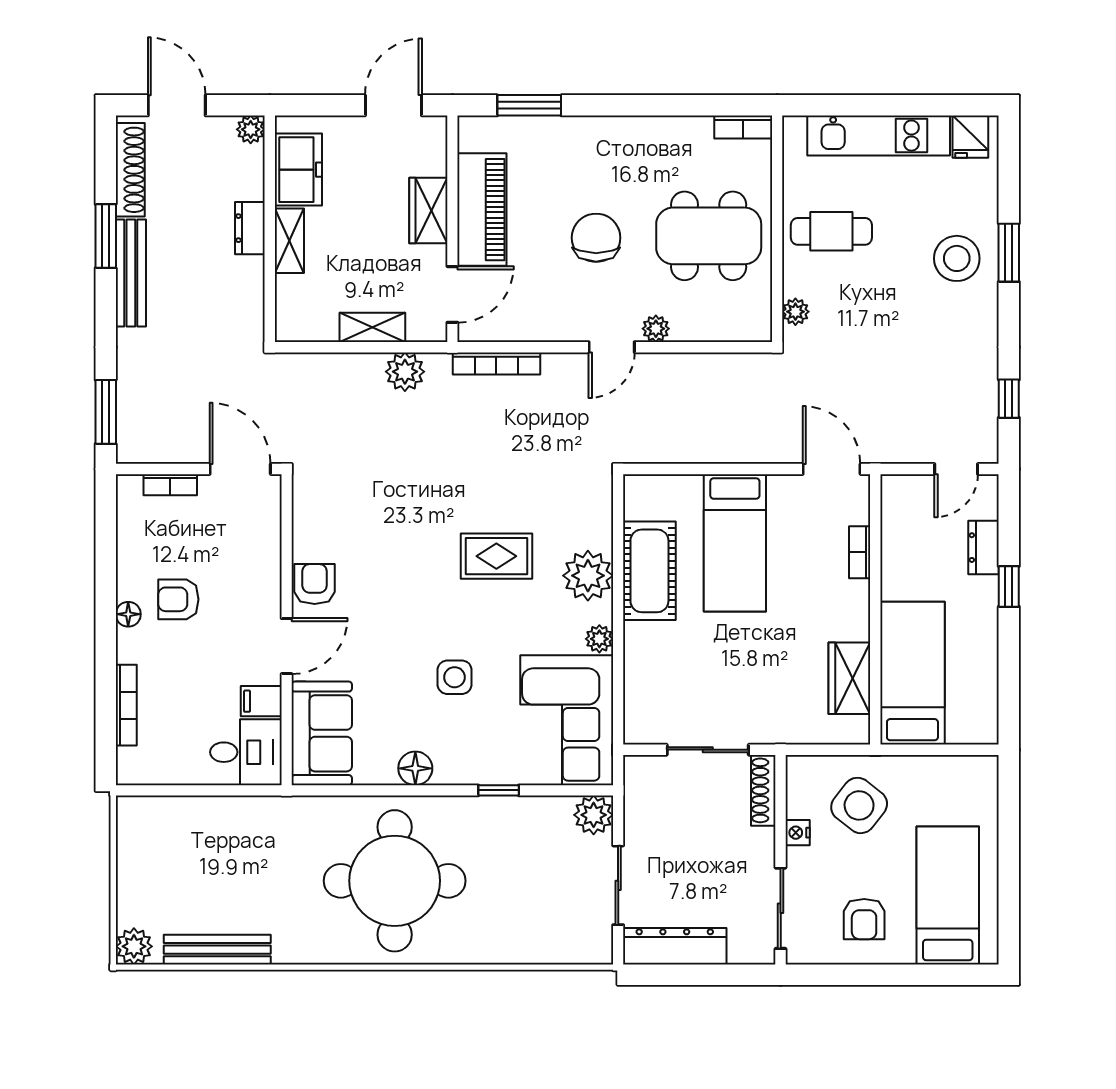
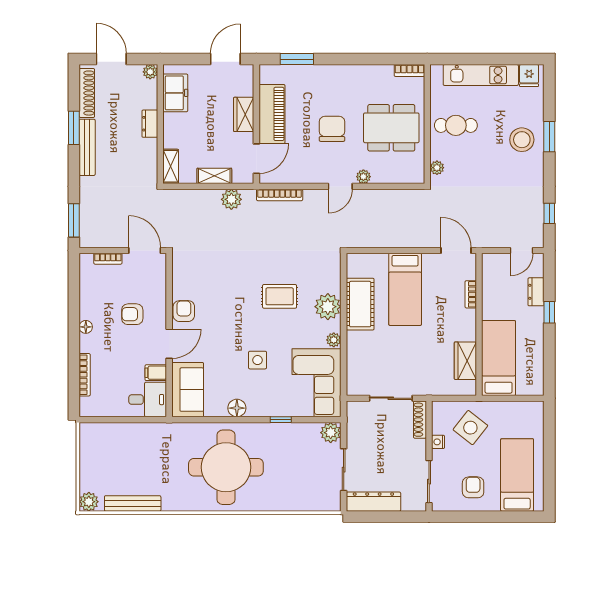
shelving: (289, 241) -> (171, 166), moved
armchair: (178, 599) -> (132, 314), moved
armchair: (864, 919) -> (473, 487), turned 180

